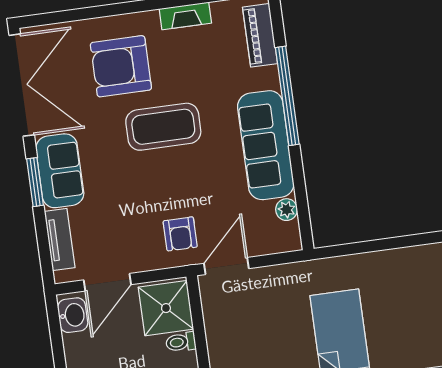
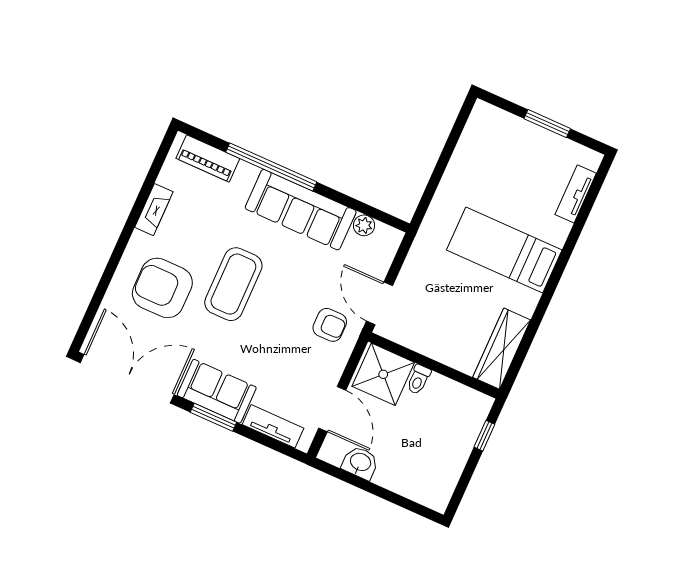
armchair: (121, 66) -> (162, 288), turned 90
washbasin: (73, 315) -> (360, 463), moved

